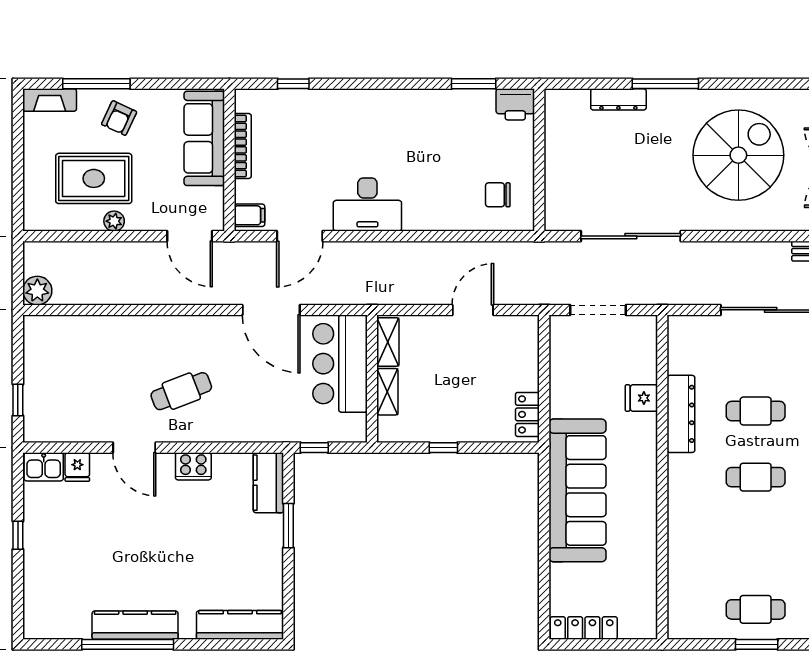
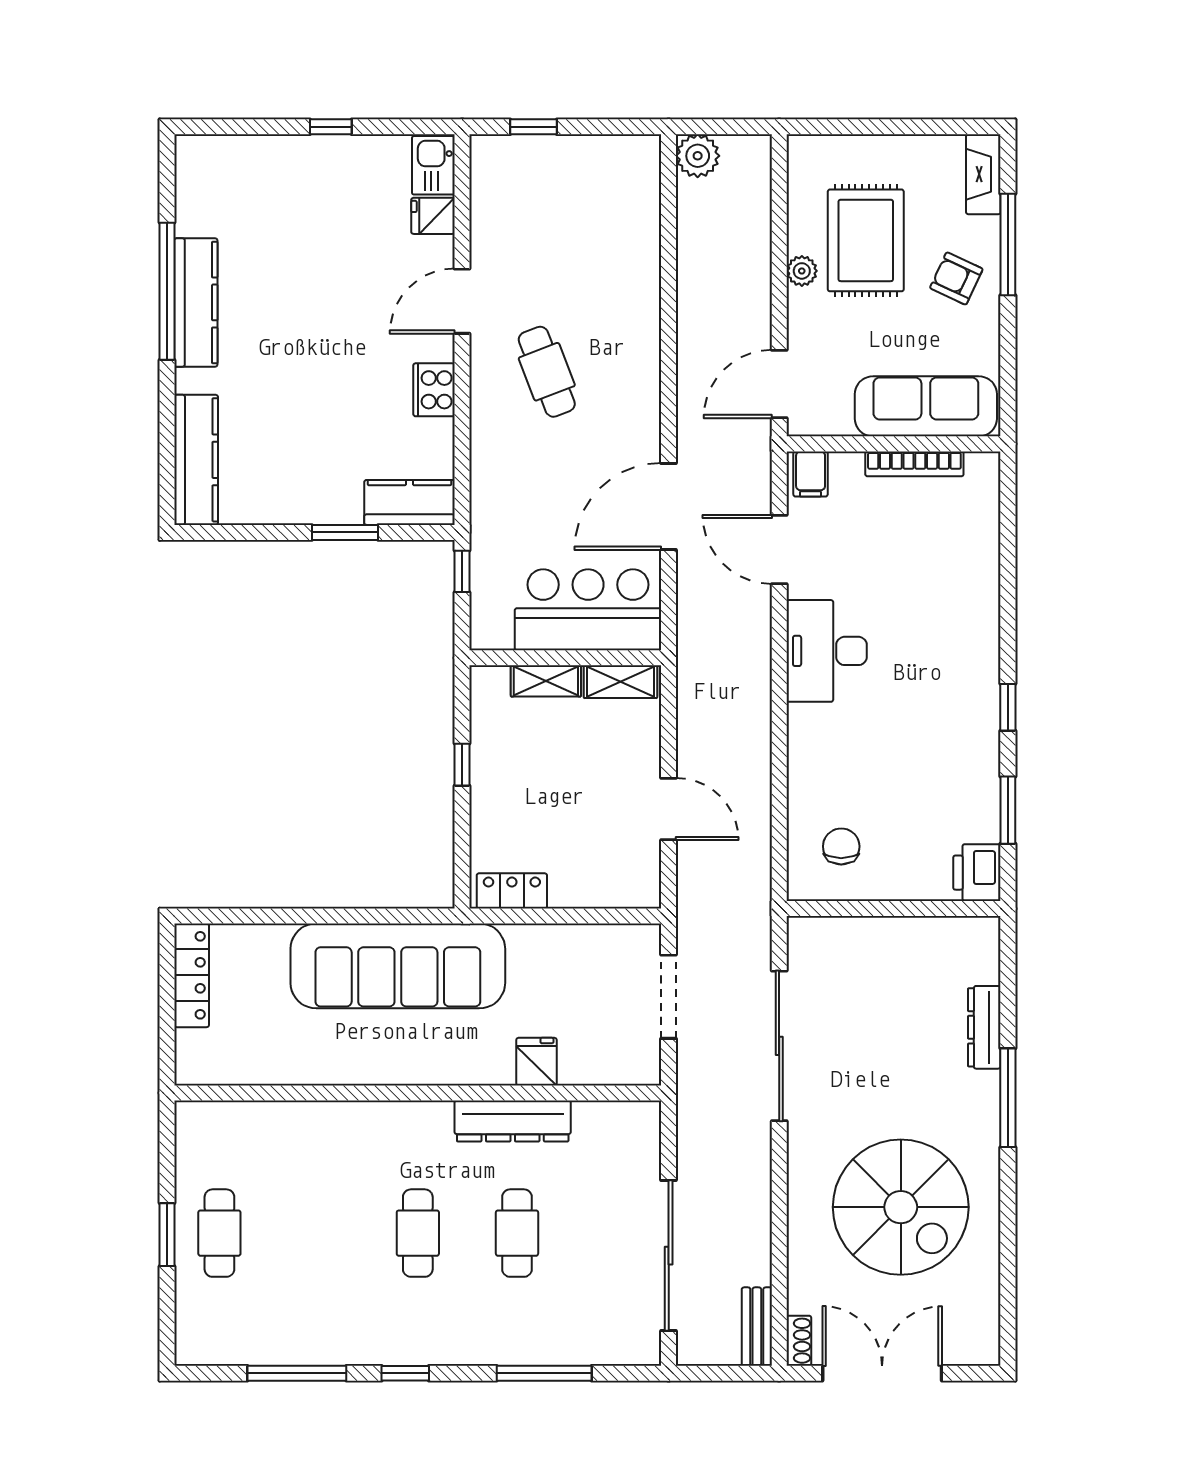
window: (293, 84) -> (1008, 707), moved

